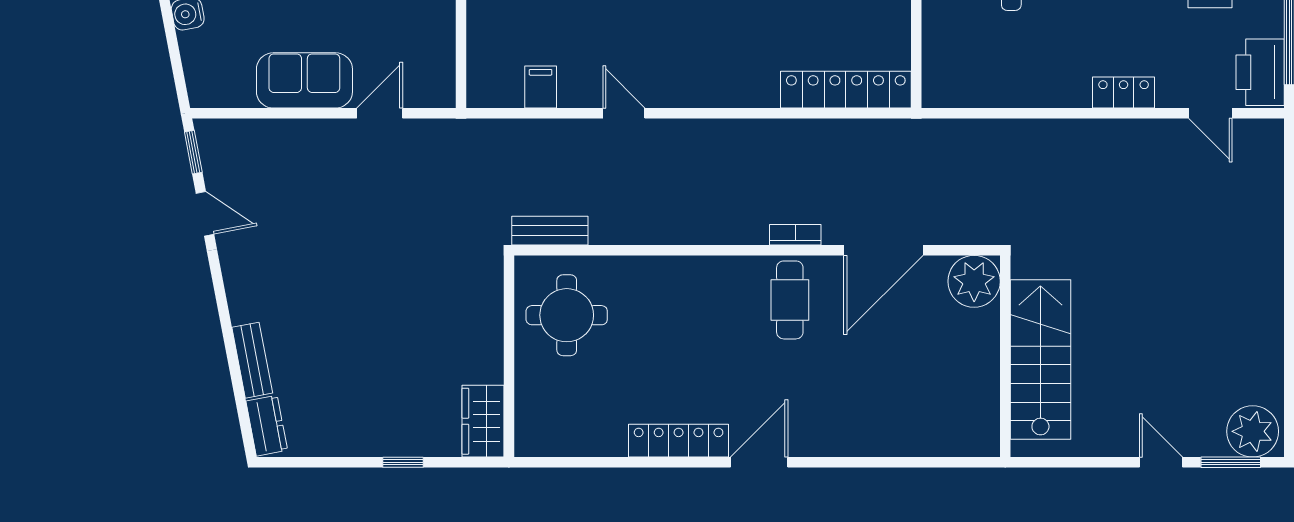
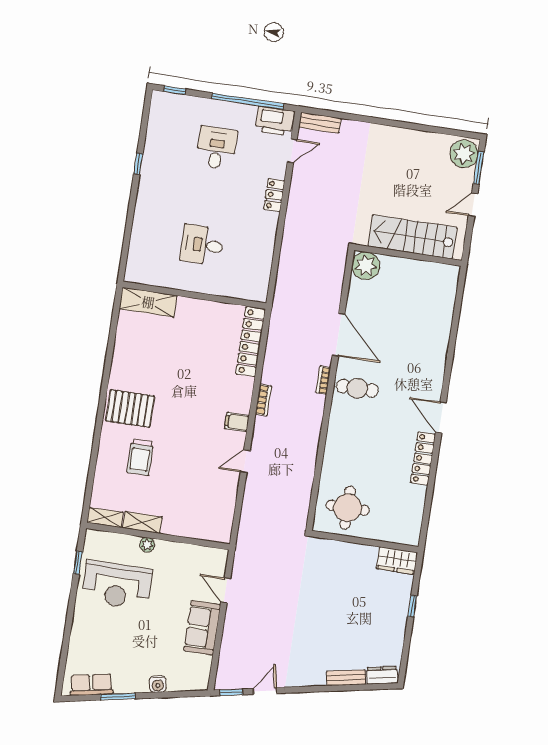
filing cabinet: (541, 87) -> (237, 422), moved
bookcase: (742, 130) -> (263, 400), added
bench: (550, 231) -> (320, 123), moved, turned 90
plant: (974, 281) -> (366, 266), moved
wall: (1005, 356) -> (408, 255), moved
stairs: (1040, 359) -> (412, 237), moved

